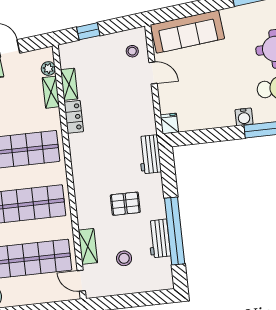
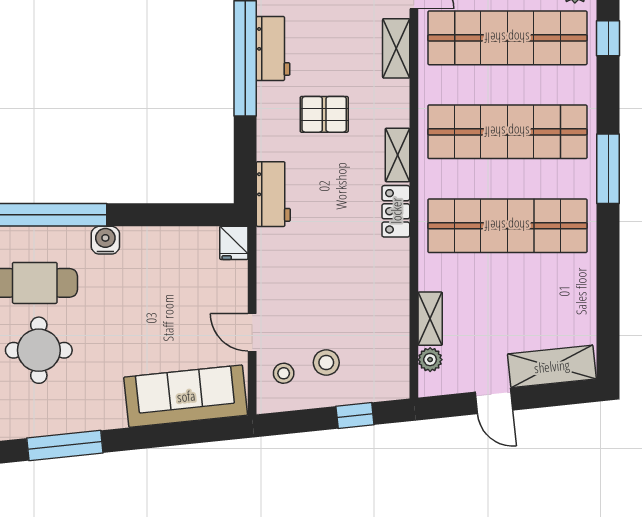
shelving: (69, 84) -> (398, 155), moved
locker: (74, 117) -> (396, 211), moved
stool: (124, 258) -> (326, 363), moved

